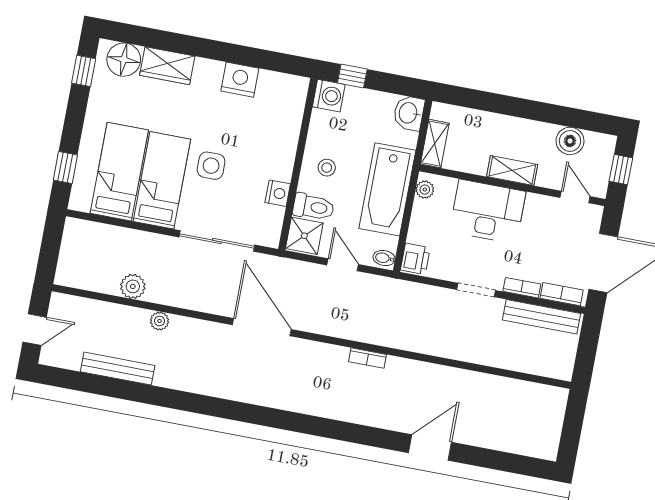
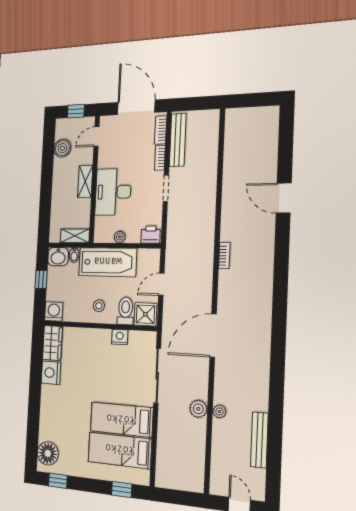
wardrobe: (167, 66) -> (52, 343), moved
window: (352, 76) -> (41, 279), moved
side table: (211, 166) -> (108, 386), removed
plant: (425, 190) -> (120, 237), moved
bidet: (384, 258) -> (74, 255), moved
plant: (133, 286) -> (198, 409), moved

